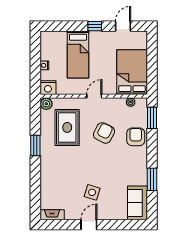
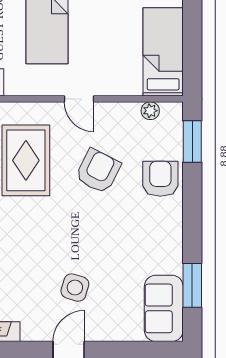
bed: (132, 72) -> (163, 52), width x0.67
door: (94, 96) -> (79, 99), swing flipped
window: (152, 179) -> (192, 285), moved

